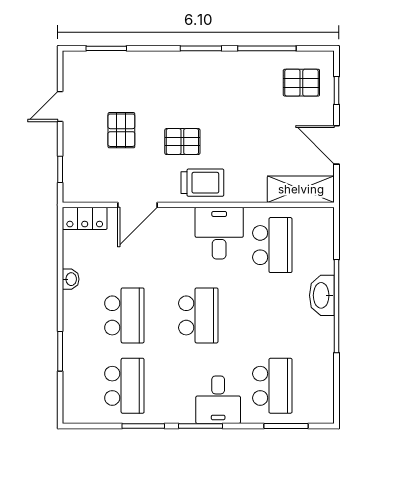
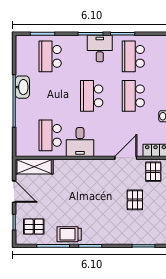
pallet: (182, 142) -> (153, 172), moved, turned 90
trolley: (202, 183) -> (69, 234), moved
washbasin: (322, 295) -> (22, 87), moved
desk: (218, 400) -> (100, 49), moved

